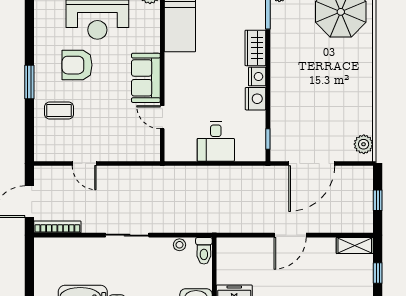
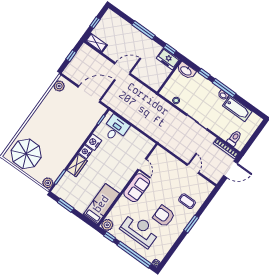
armchair: (77, 65) -> (164, 216), turned 180
desk: (216, 141) -> (116, 129), moved
toilet: (204, 251) -> (234, 138), moved

